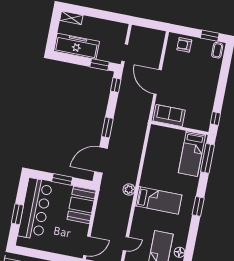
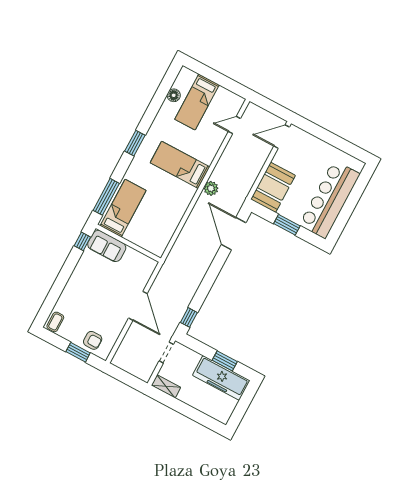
shelving: (71, 18) -> (166, 386), moved
window: (210, 36) -> (78, 352), moved
window: (100, 64) -> (225, 361), moved
sofa: (169, 116) -> (107, 246), moved
window: (107, 127) -> (214, 270), removed
door: (101, 160) -> (234, 234), swing flipped
window: (17, 214) -> (353, 200), removed

